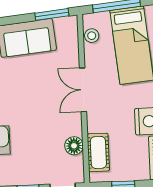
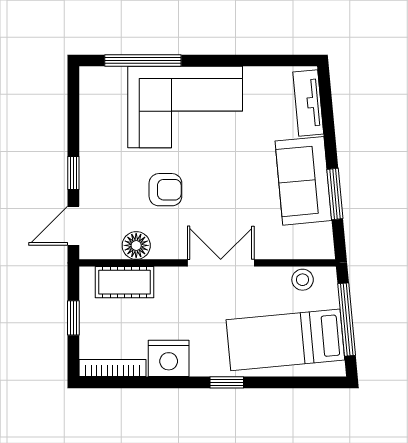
window: (52, 14) -> (335, 194), moved
armchair: (37, 128) -> (165, 190), added

